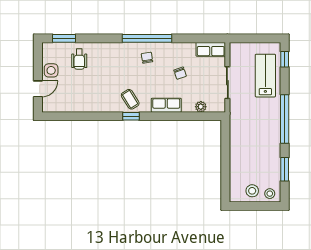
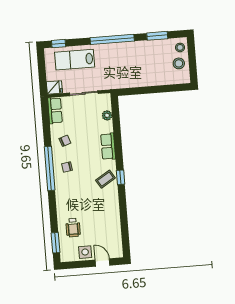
fridge: (236, 51) -> (54, 87), added
wheelchair: (79, 59) -> (73, 228), turned 90
chair: (180, 73) -> (65, 141), moved

